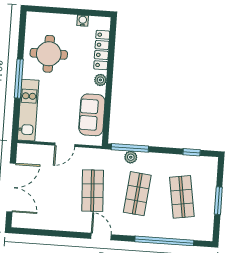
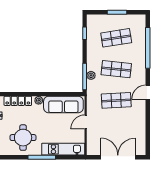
sofa: (92, 115) -> (63, 105), width x1.36
door: (65, 145) -> (86, 122), swing flipped

